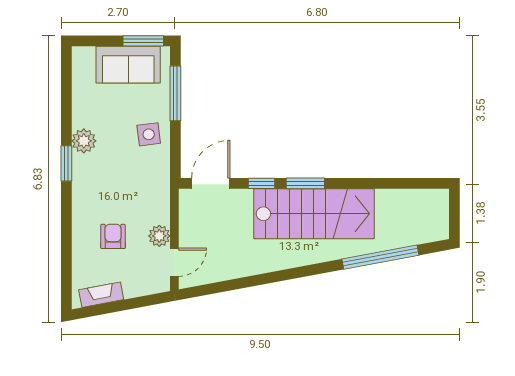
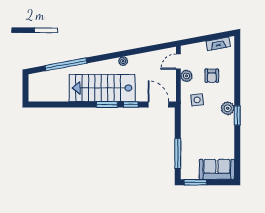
sofa: (128, 65) -> (217, 169), moved
side table: (149, 134) -> (197, 100), moved
plant: (84, 141) -> (228, 108), moved
door: (211, 183) -> (158, 105), swing flipped
plant: (276, 263) -> (123, 61), added

